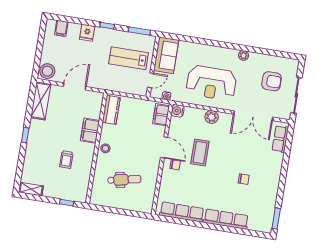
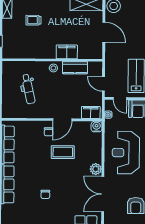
door: (132, 96) -> (103, 84), added
kitchen counter: (111, 110) -> (75, 68), moved
plant: (212, 117) -> (96, 169), moved
trolley: (66, 160) -> (33, 20), moved

